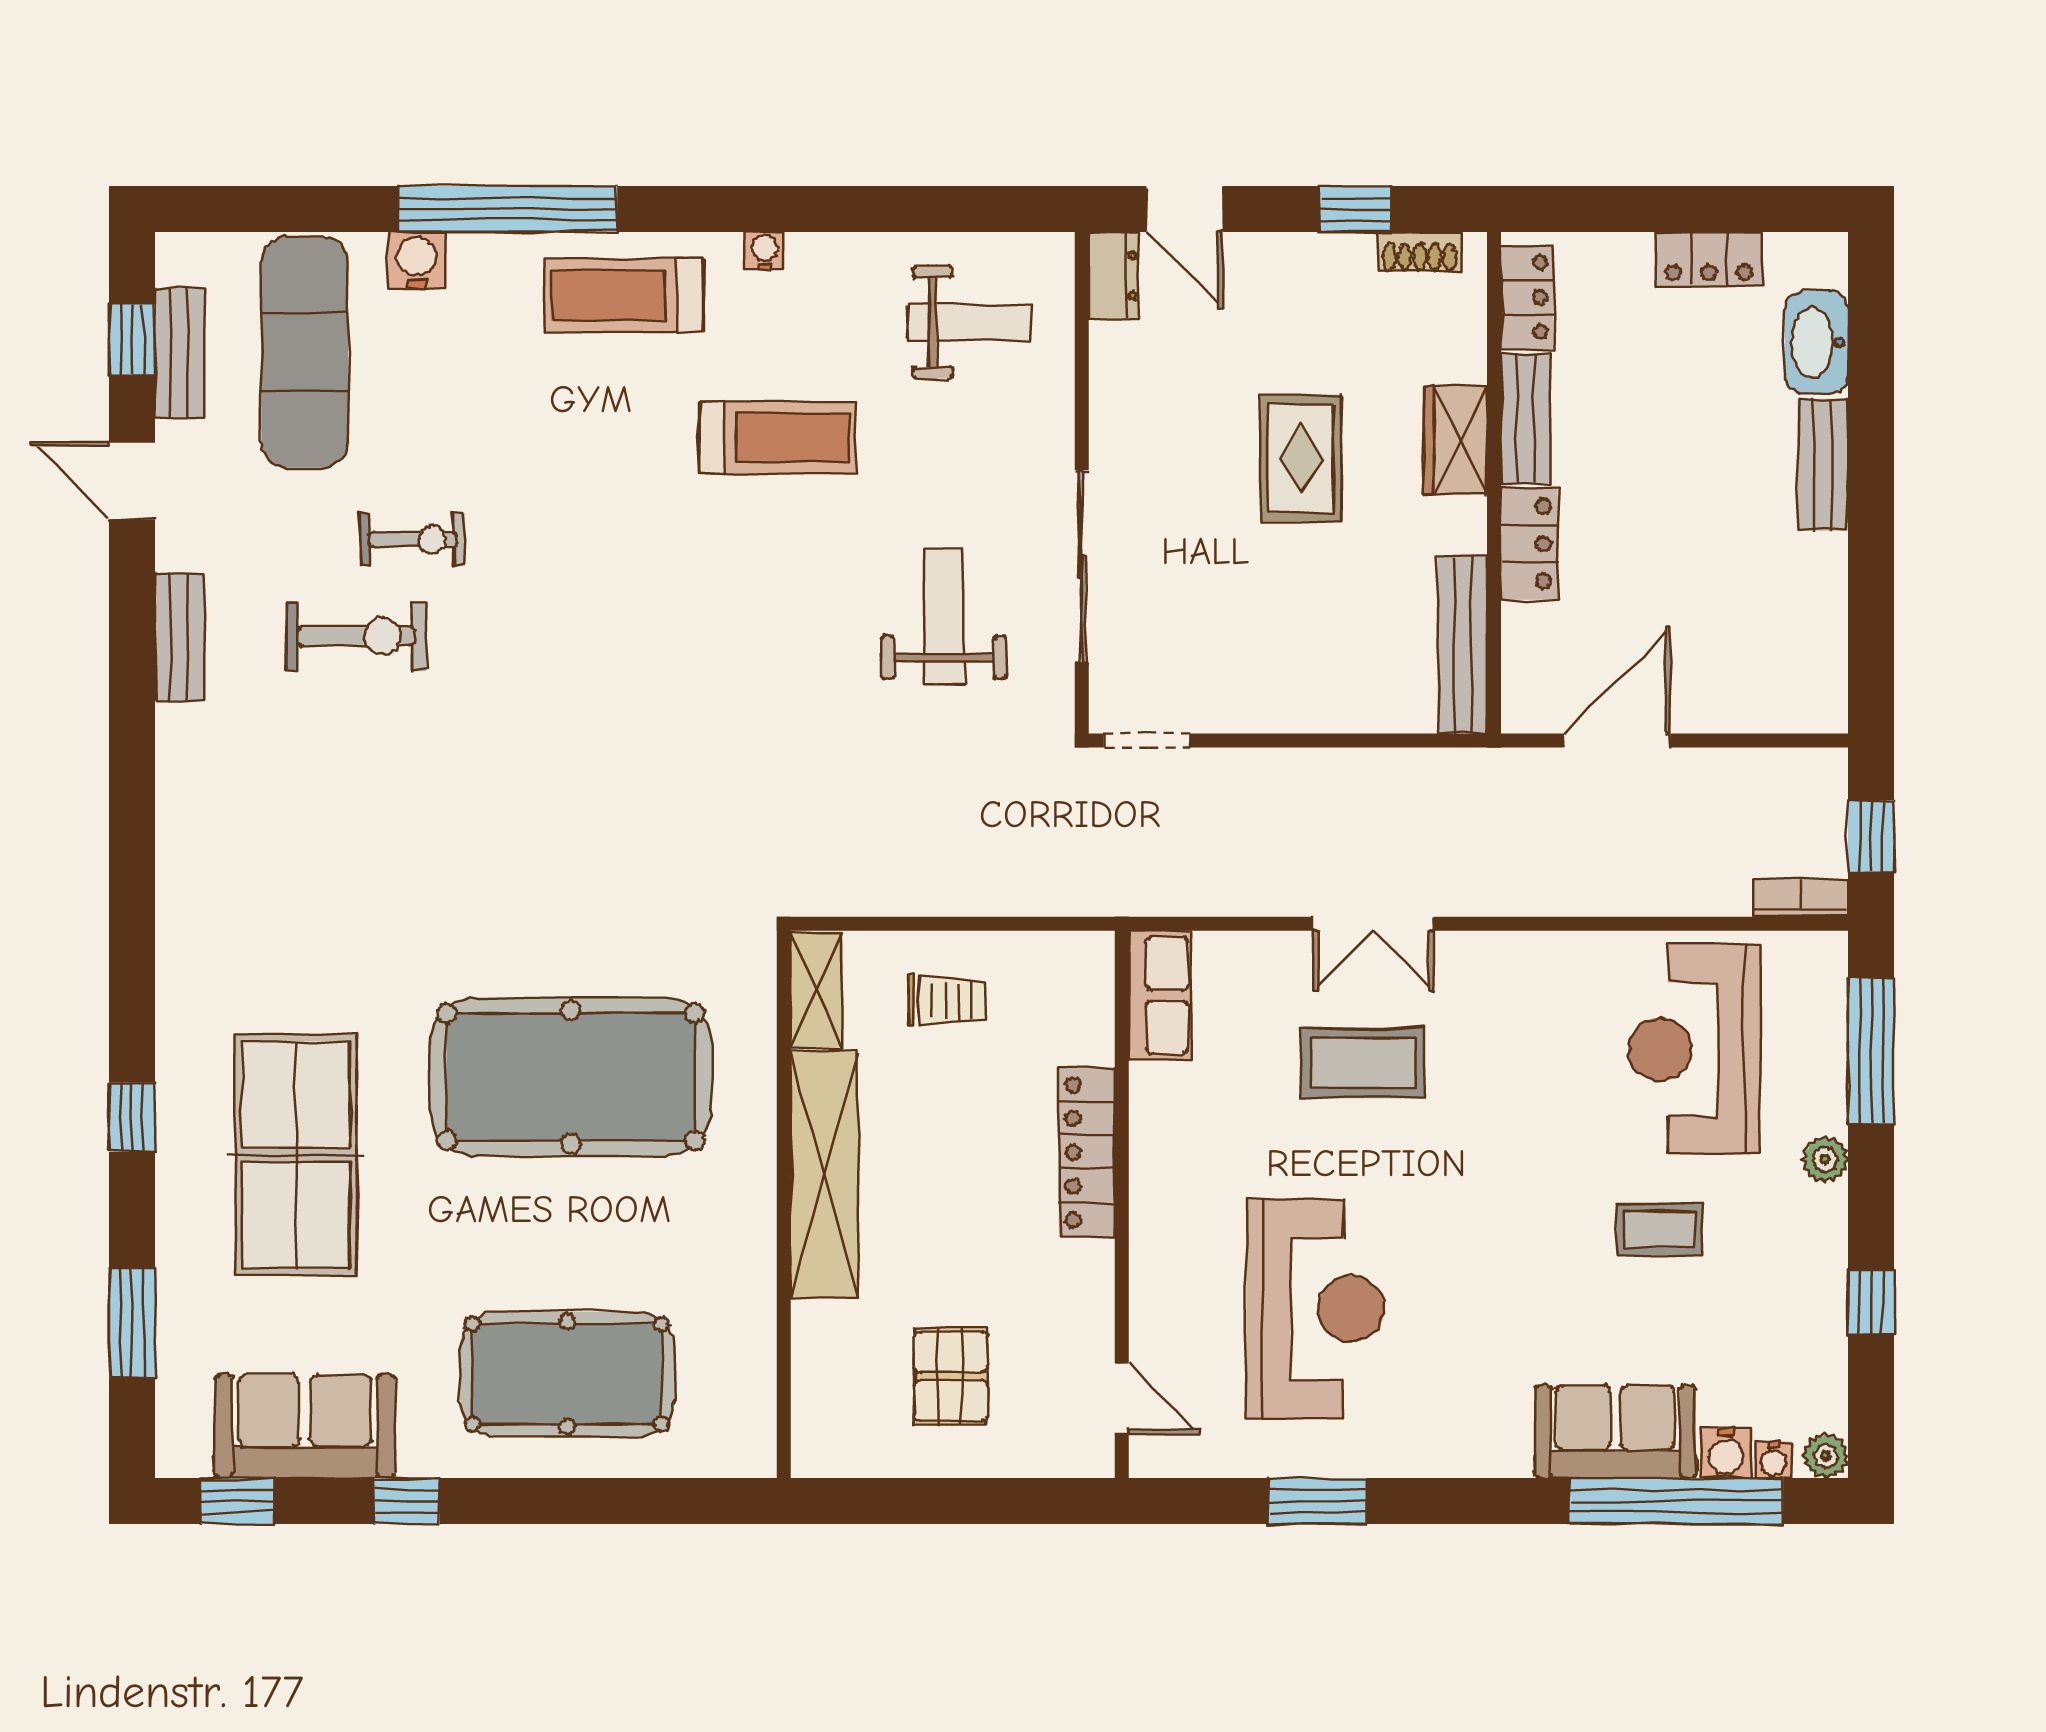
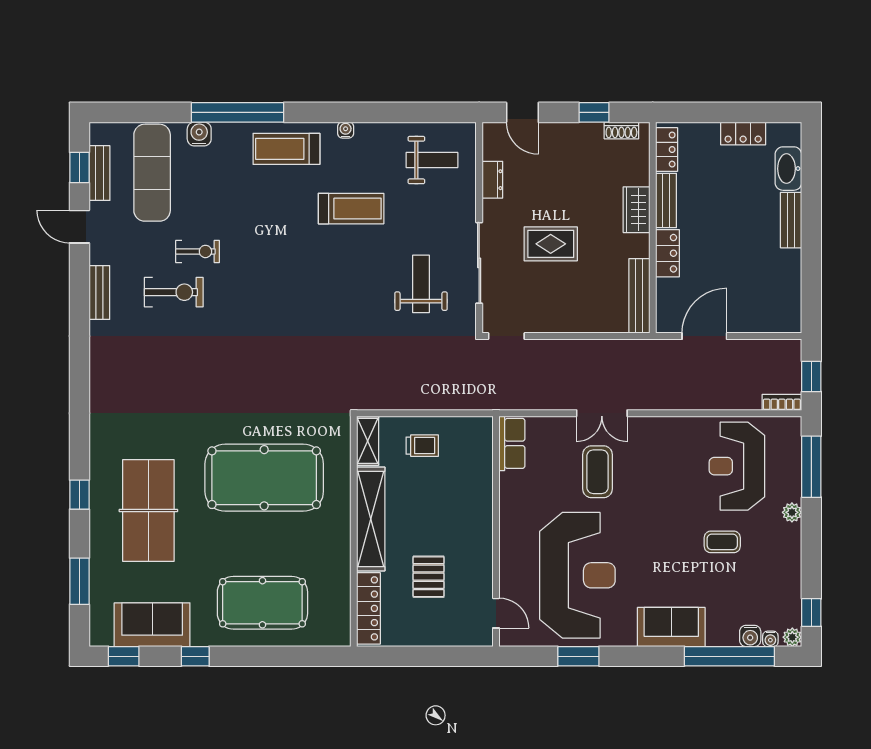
dresser: (1113, 275) -> (492, 180), moved
rug: (1301, 458) -> (551, 244), moved, turned 90
coffee table: (1363, 1063) -> (597, 472), turned 90
locker: (1087, 1152) -> (368, 608), moved, turned 180
window: (1871, 1302) -> (811, 613), moved
reception desk: (1315, 1309) -> (577, 575), width x1.36, depth x1.30
pallet: (951, 1376) -> (429, 577), moved
sofa: (1616, 1432) -> (671, 627), moved

